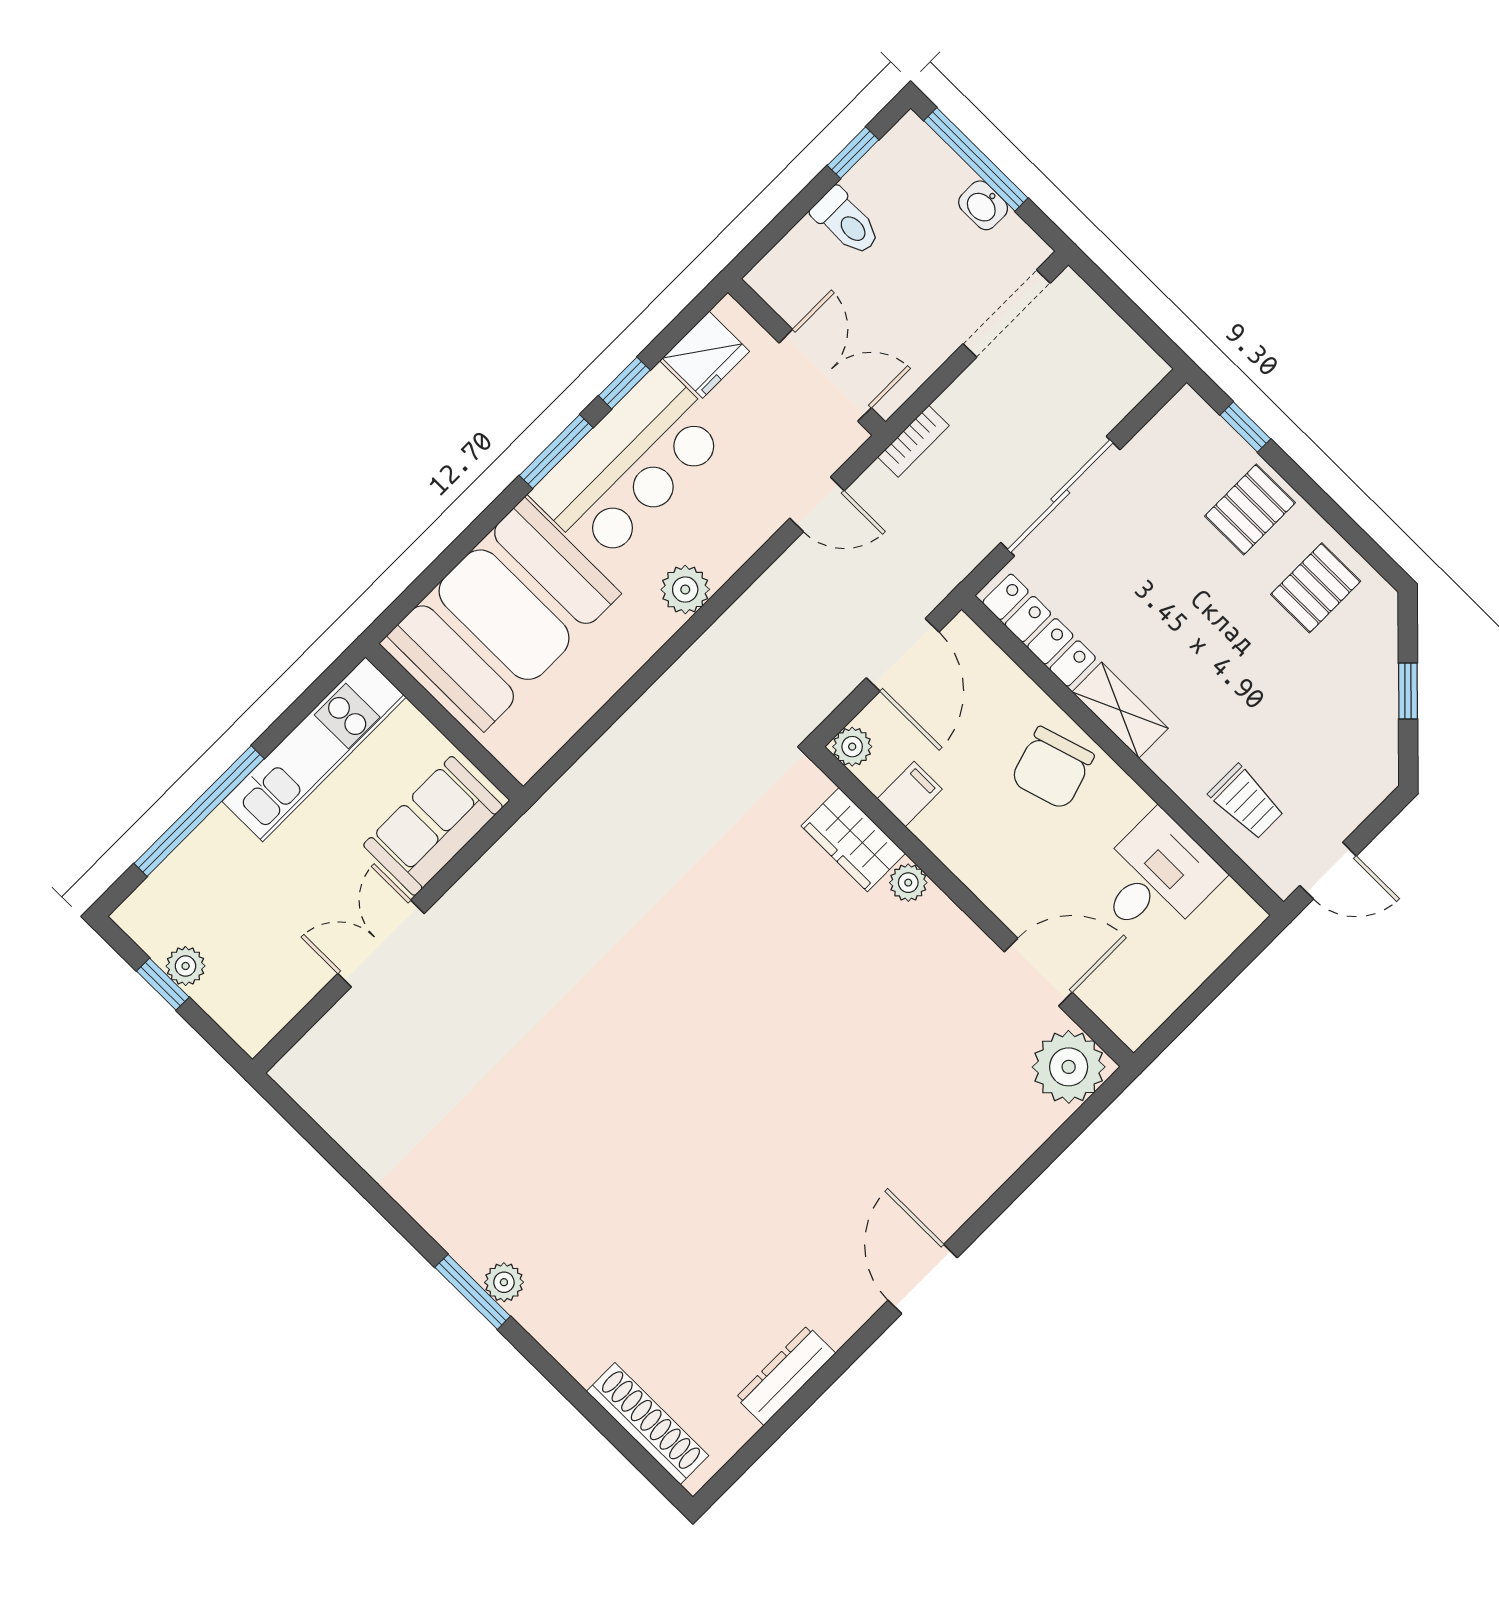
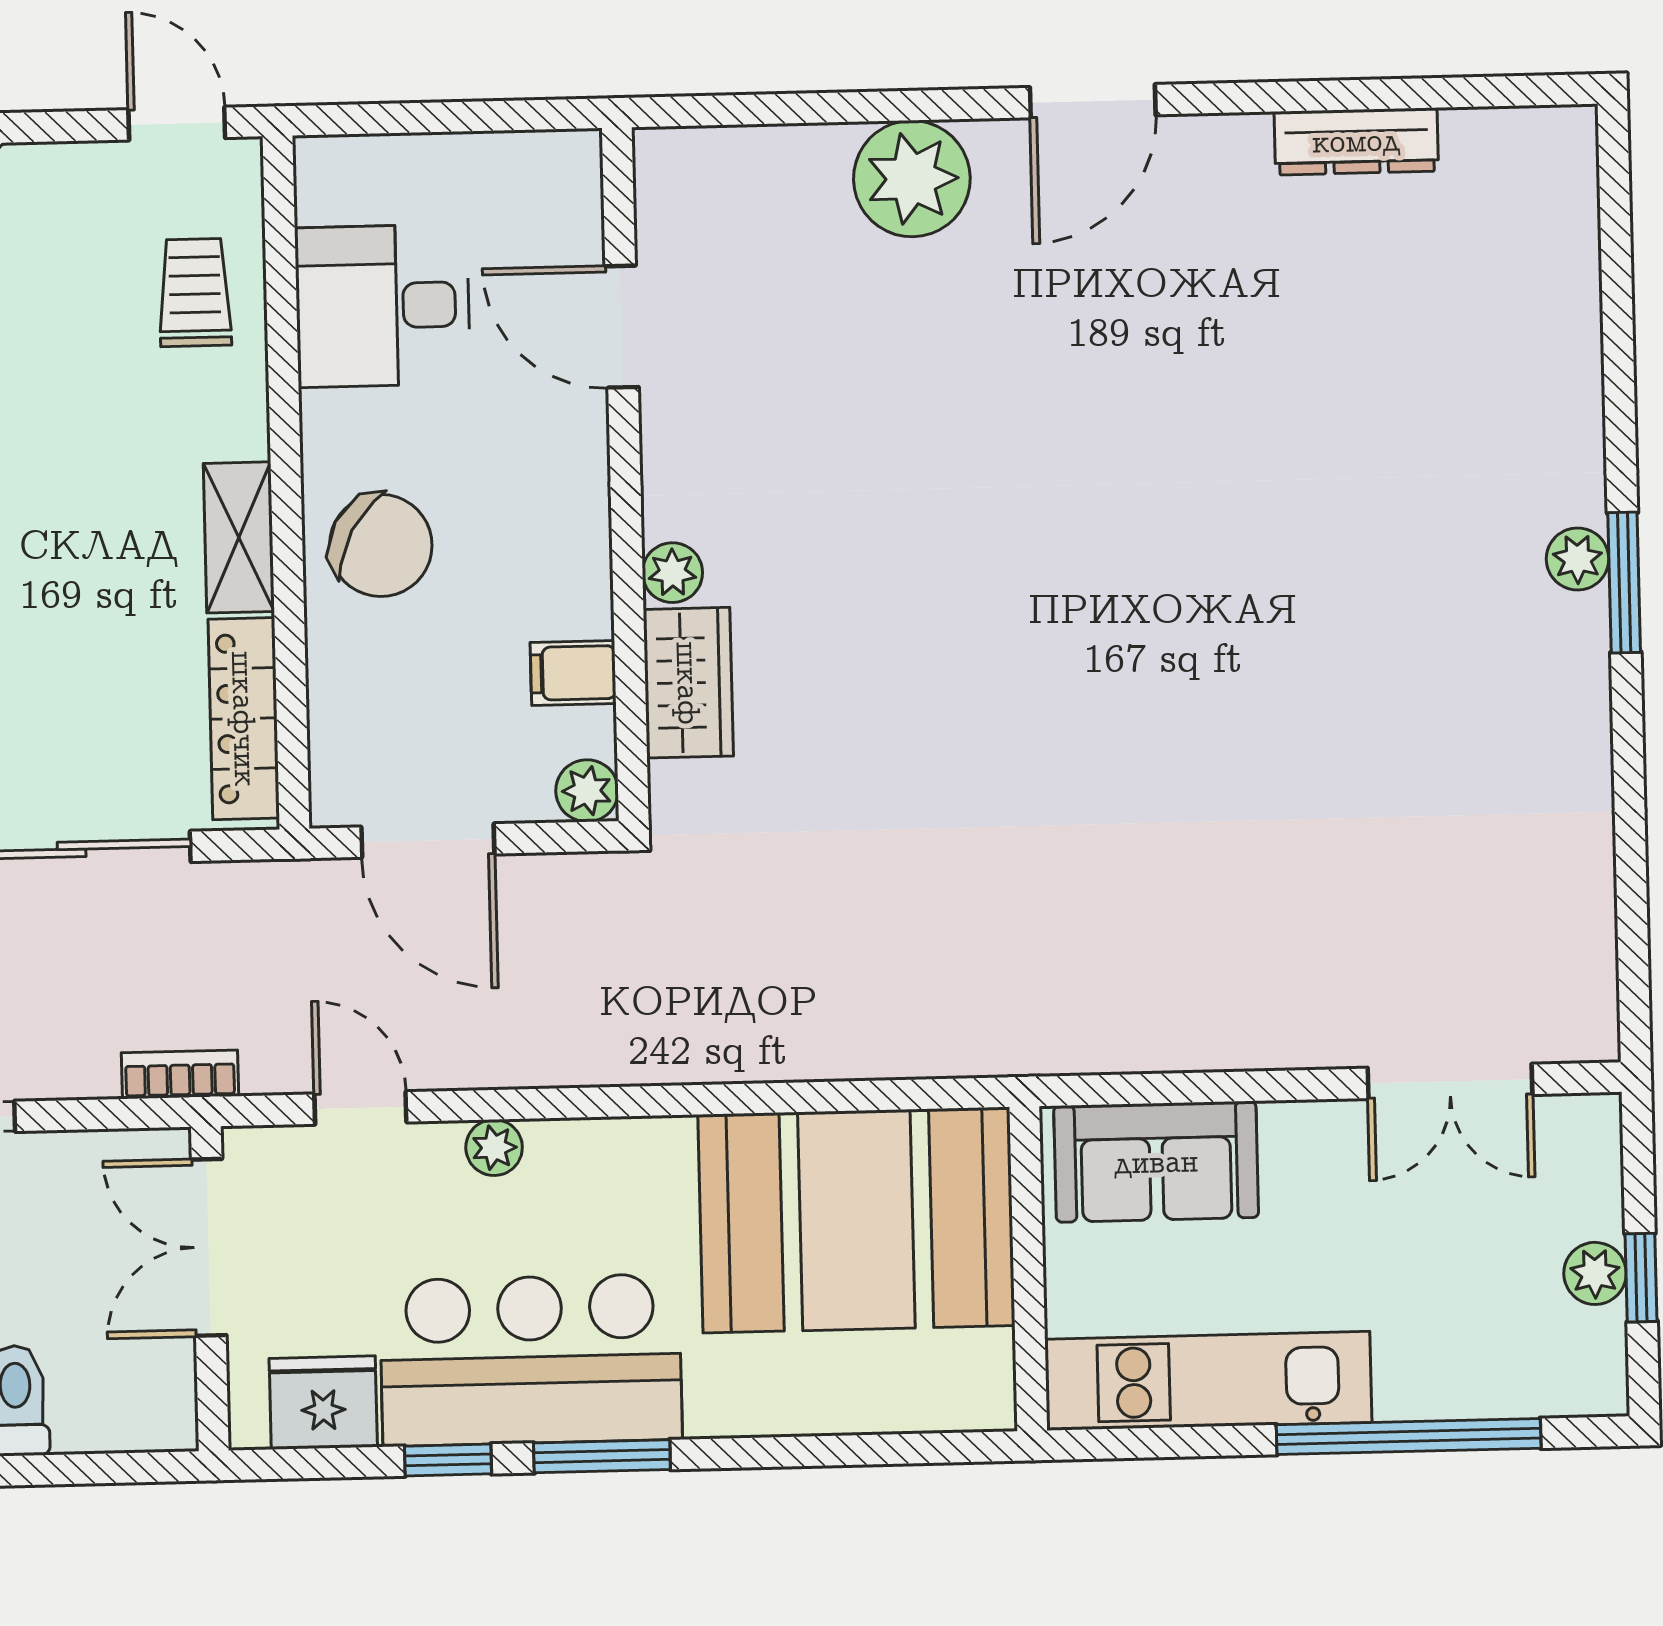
plant: (685, 590) -> (494, 1148), moved, width x0.73, depth x0.73
booth: (504, 615) -> (856, 1220), moved
door: (903, 655) -> (428, 841), swing flipped
chair: (1052, 768) -> (381, 545), turned 46
double door: (381, 943) -> (1450, 1081), moved
plant: (1069, 1067) -> (912, 179), moved
shoe rack: (647, 1424) -> (1568, 238), removed

